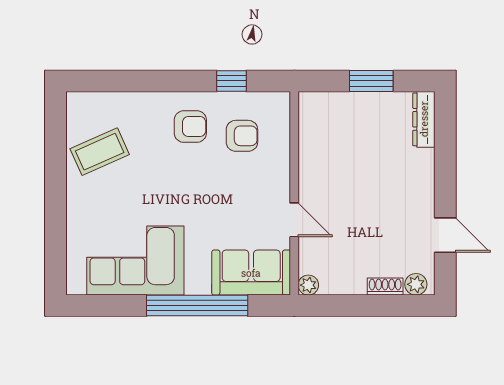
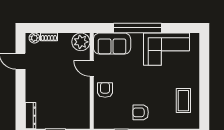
armchair: (242, 136) -> (105, 90), moved, turned 90
coffee table: (100, 152) -> (183, 101), turned -66
plant: (308, 285) -> (81, 42), width x1.88, depth x1.88

